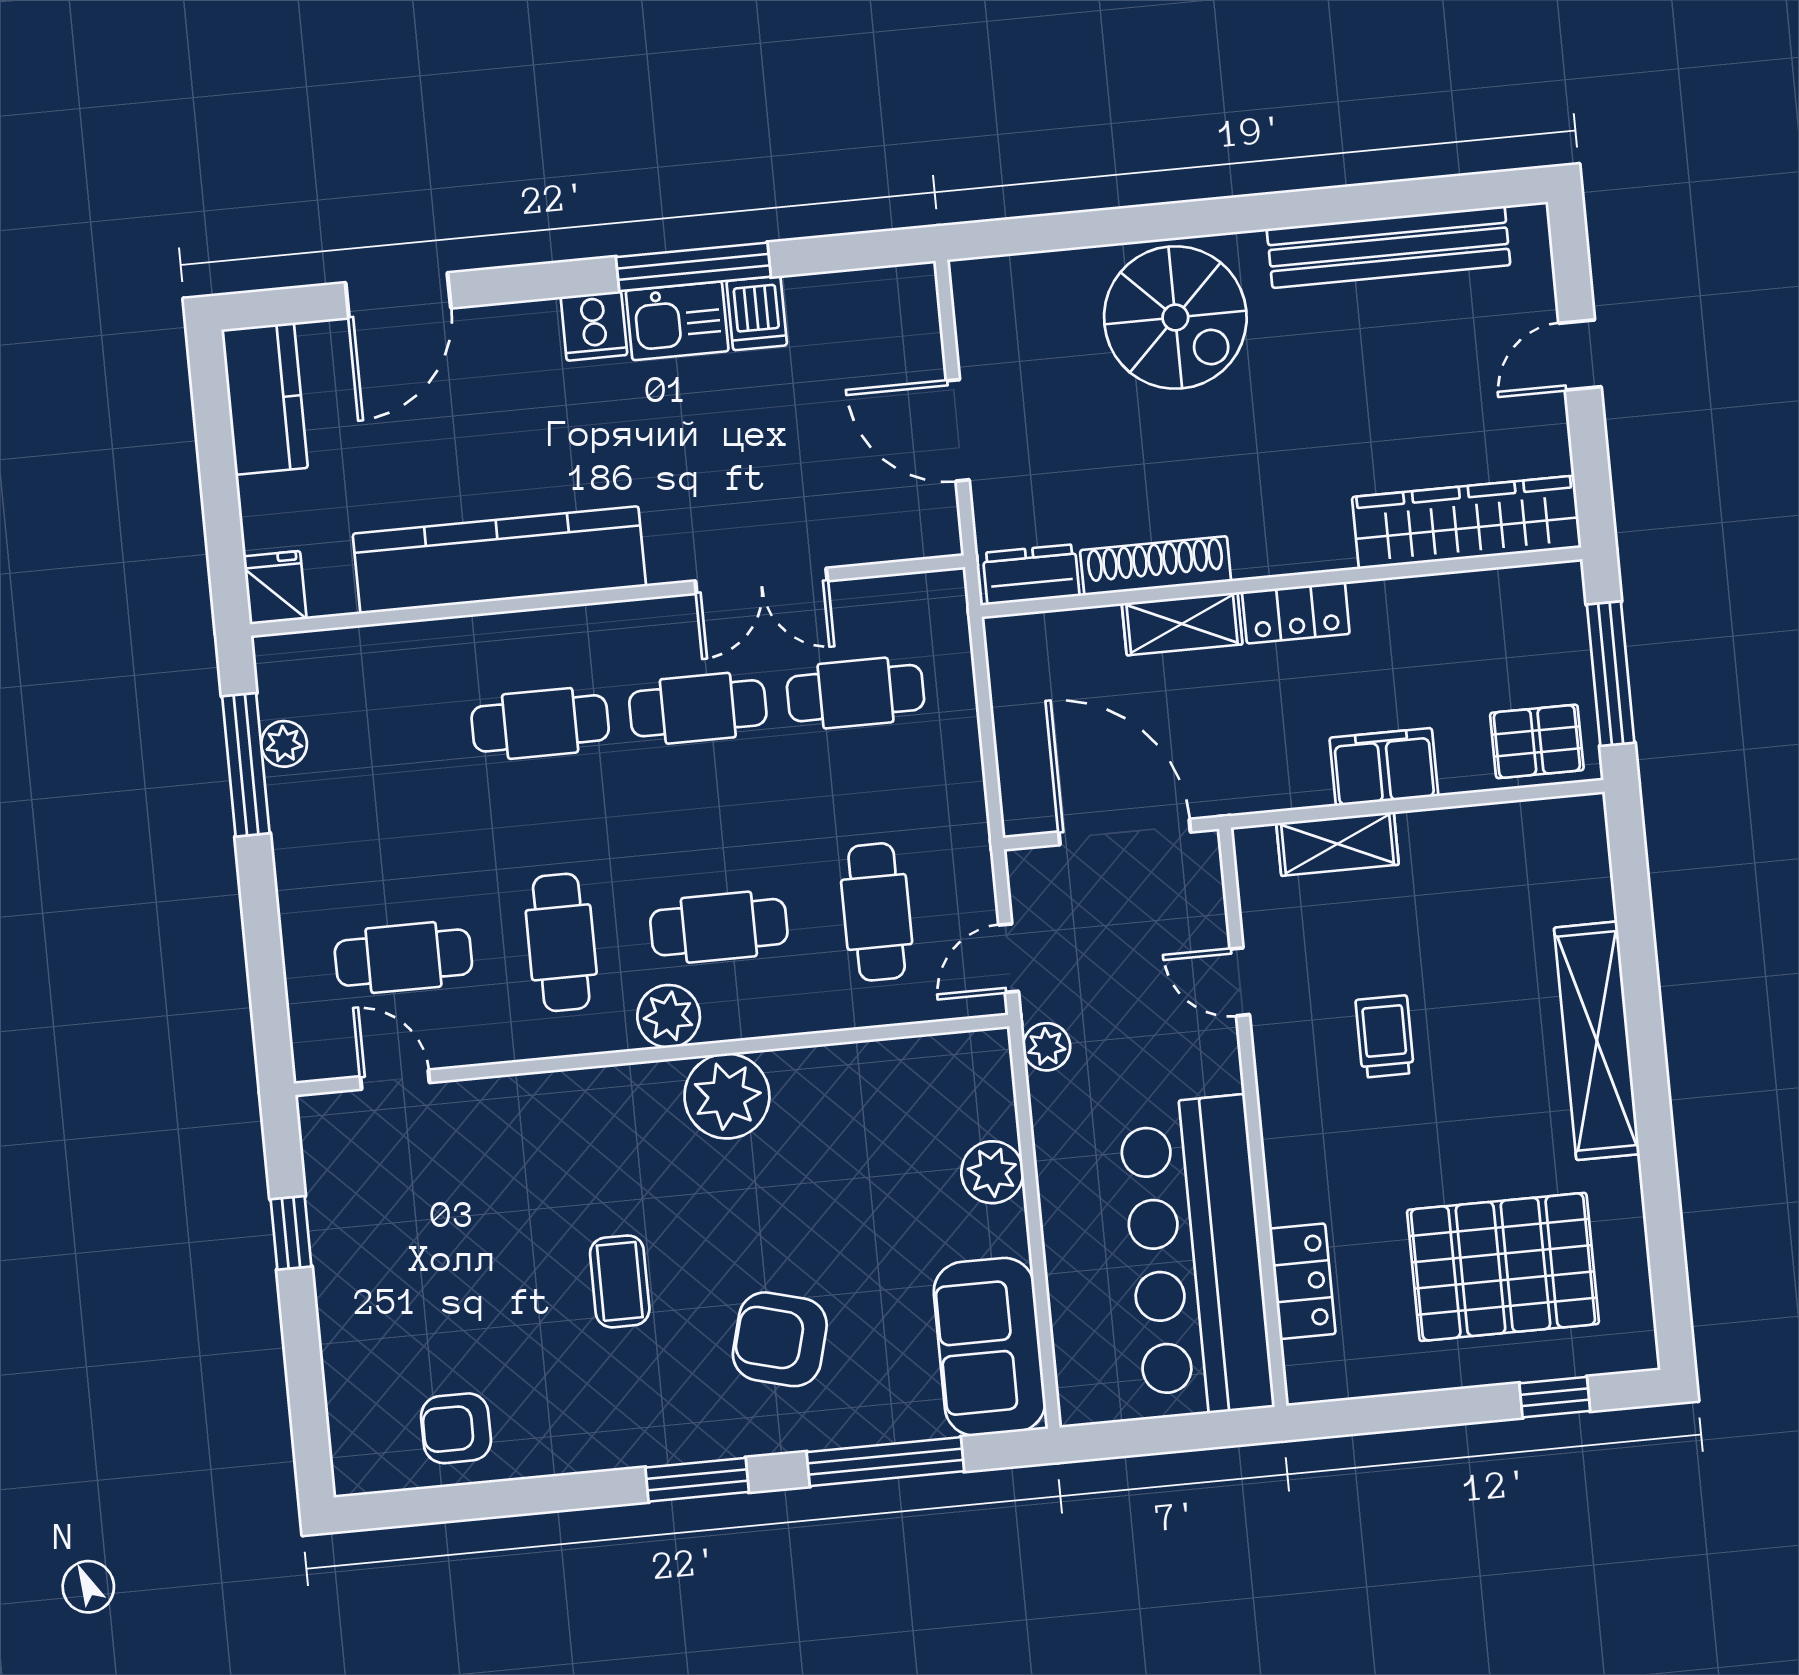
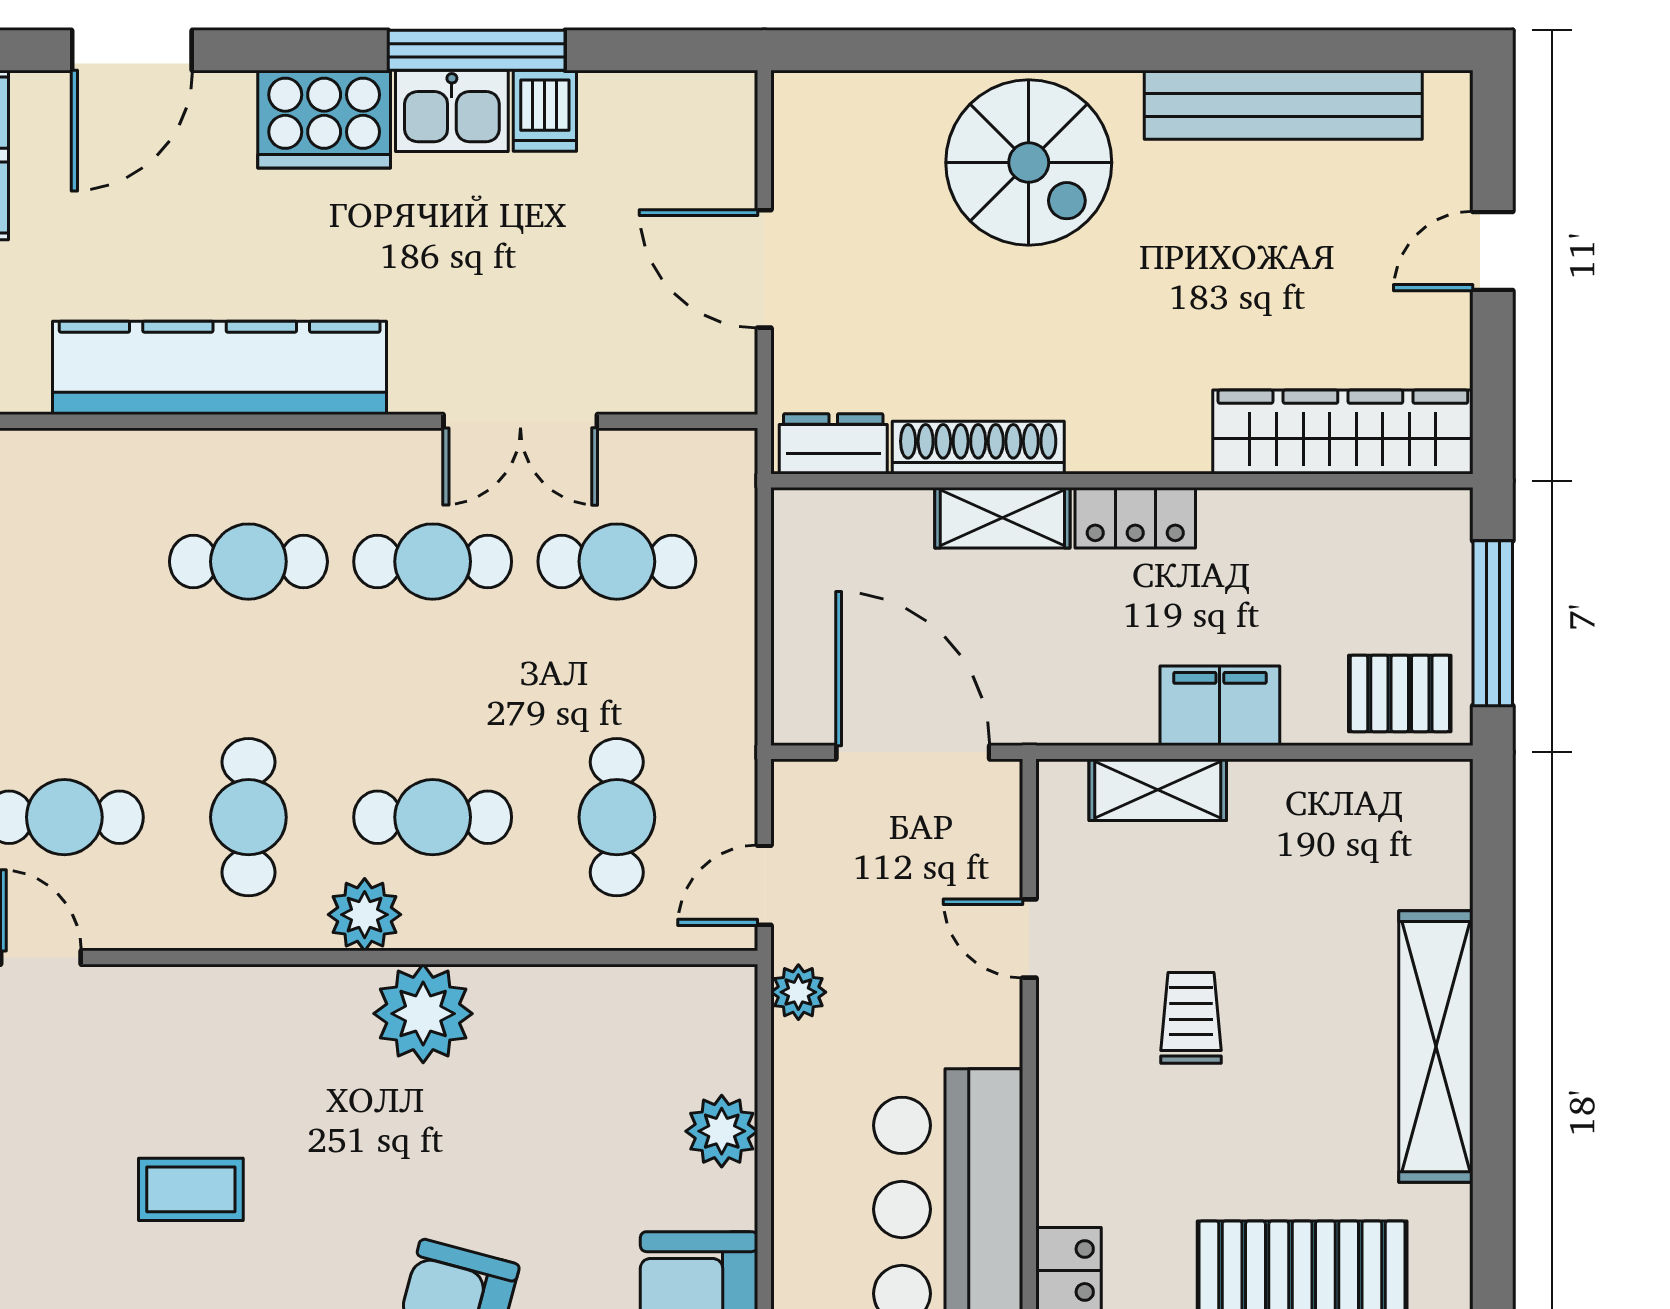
cooker: (594, 326) -> (324, 119), width x1.87, depth x1.31
coffee table: (620, 1281) -> (191, 1189), moved, turned 90

